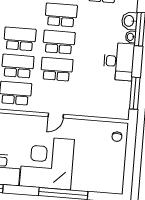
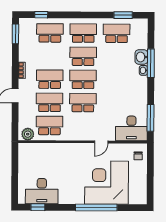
desk: (119, 61) -> (131, 128), moved, turned 90
door: (56, 116) -> (101, 142), moved
corner desk: (47, 163) -> (106, 183), moved

